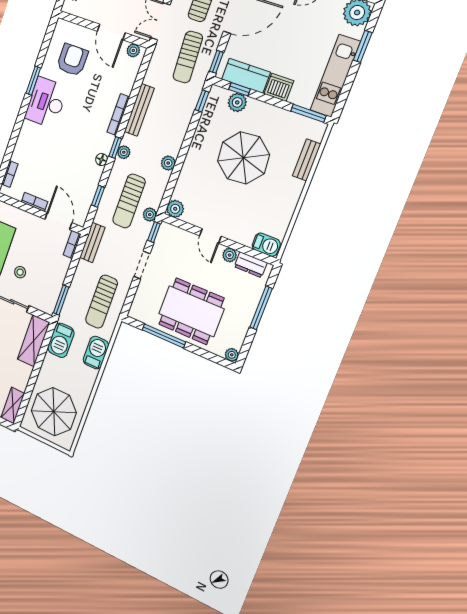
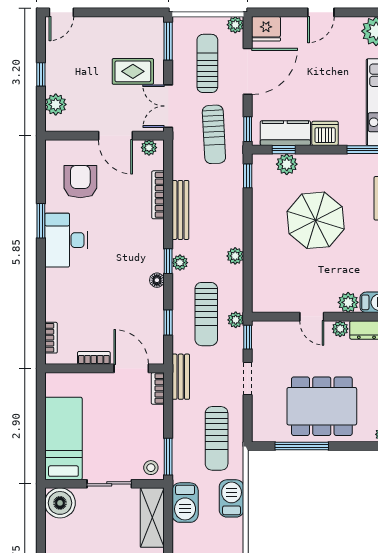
bookcase: (118, 115) -> (158, 195), moved
plant: (175, 209) -> (348, 302), moved
stool: (20, 272) -> (151, 468), moved

